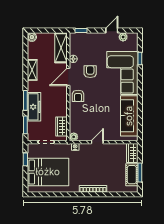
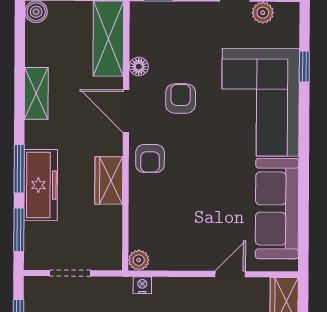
door: (68, 77) -> (126, 111), hinge flipped
wardrobe: (61, 126) -> (109, 180), moved
door: (97, 142) -> (230, 274), moved

